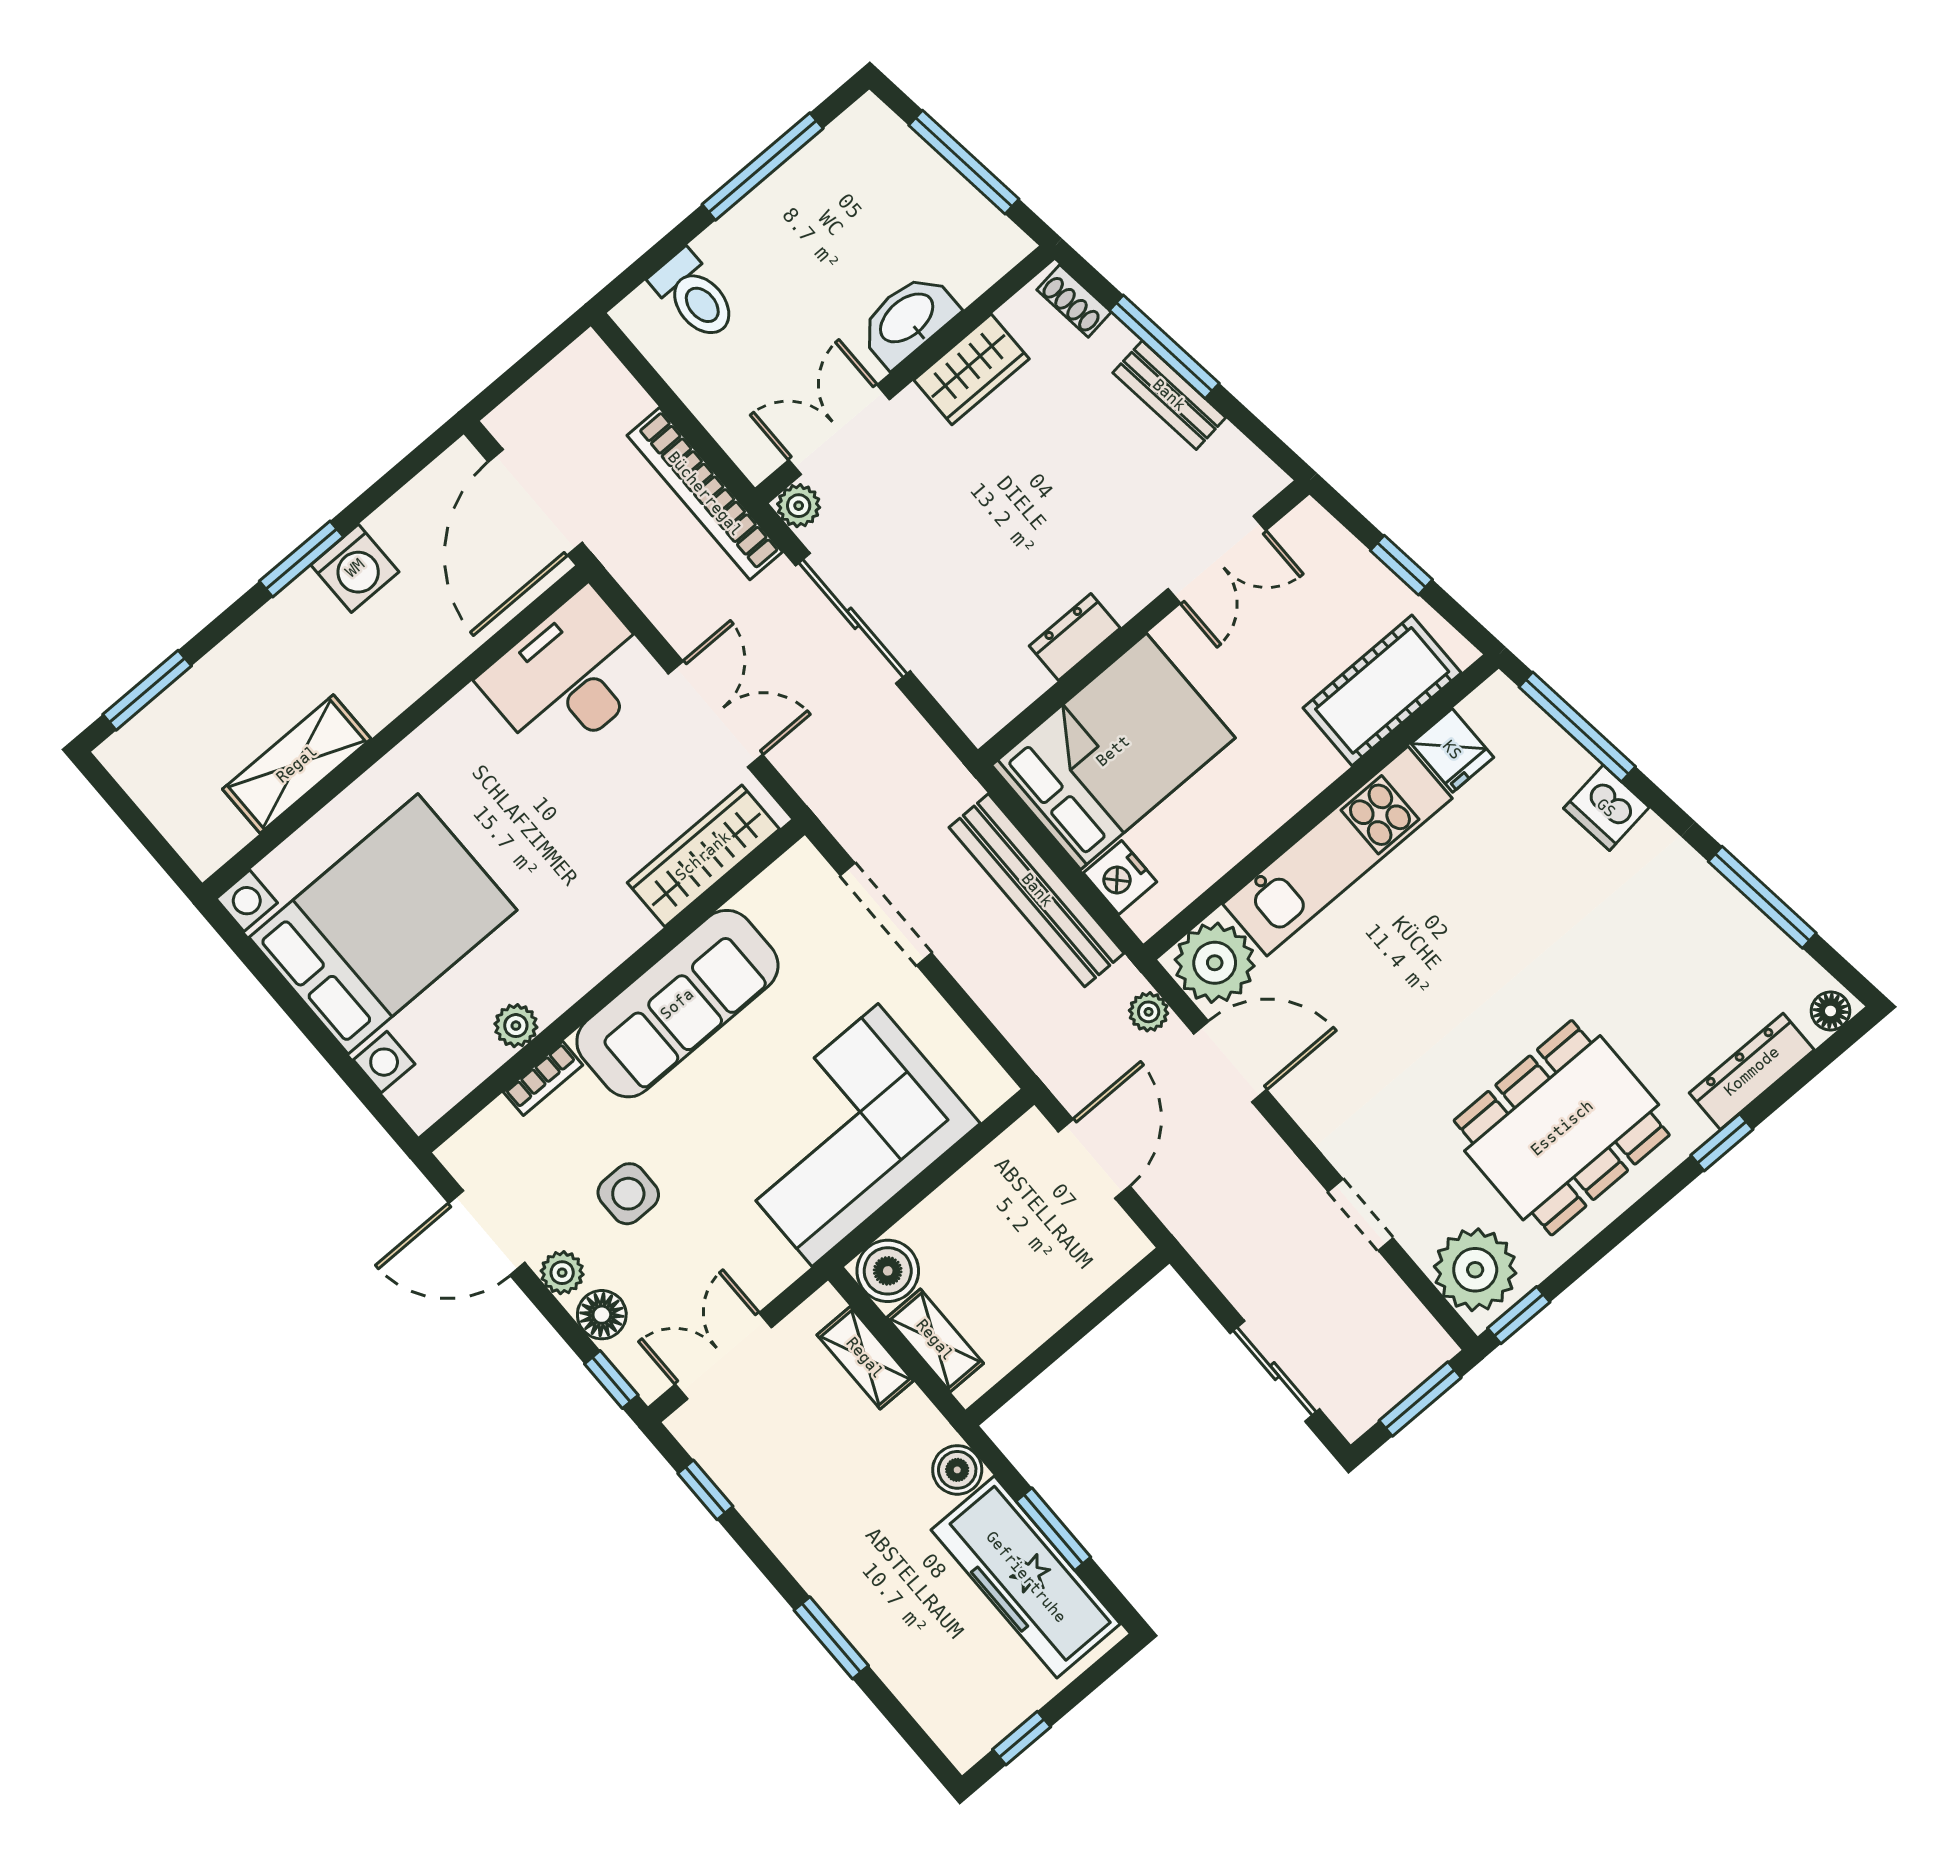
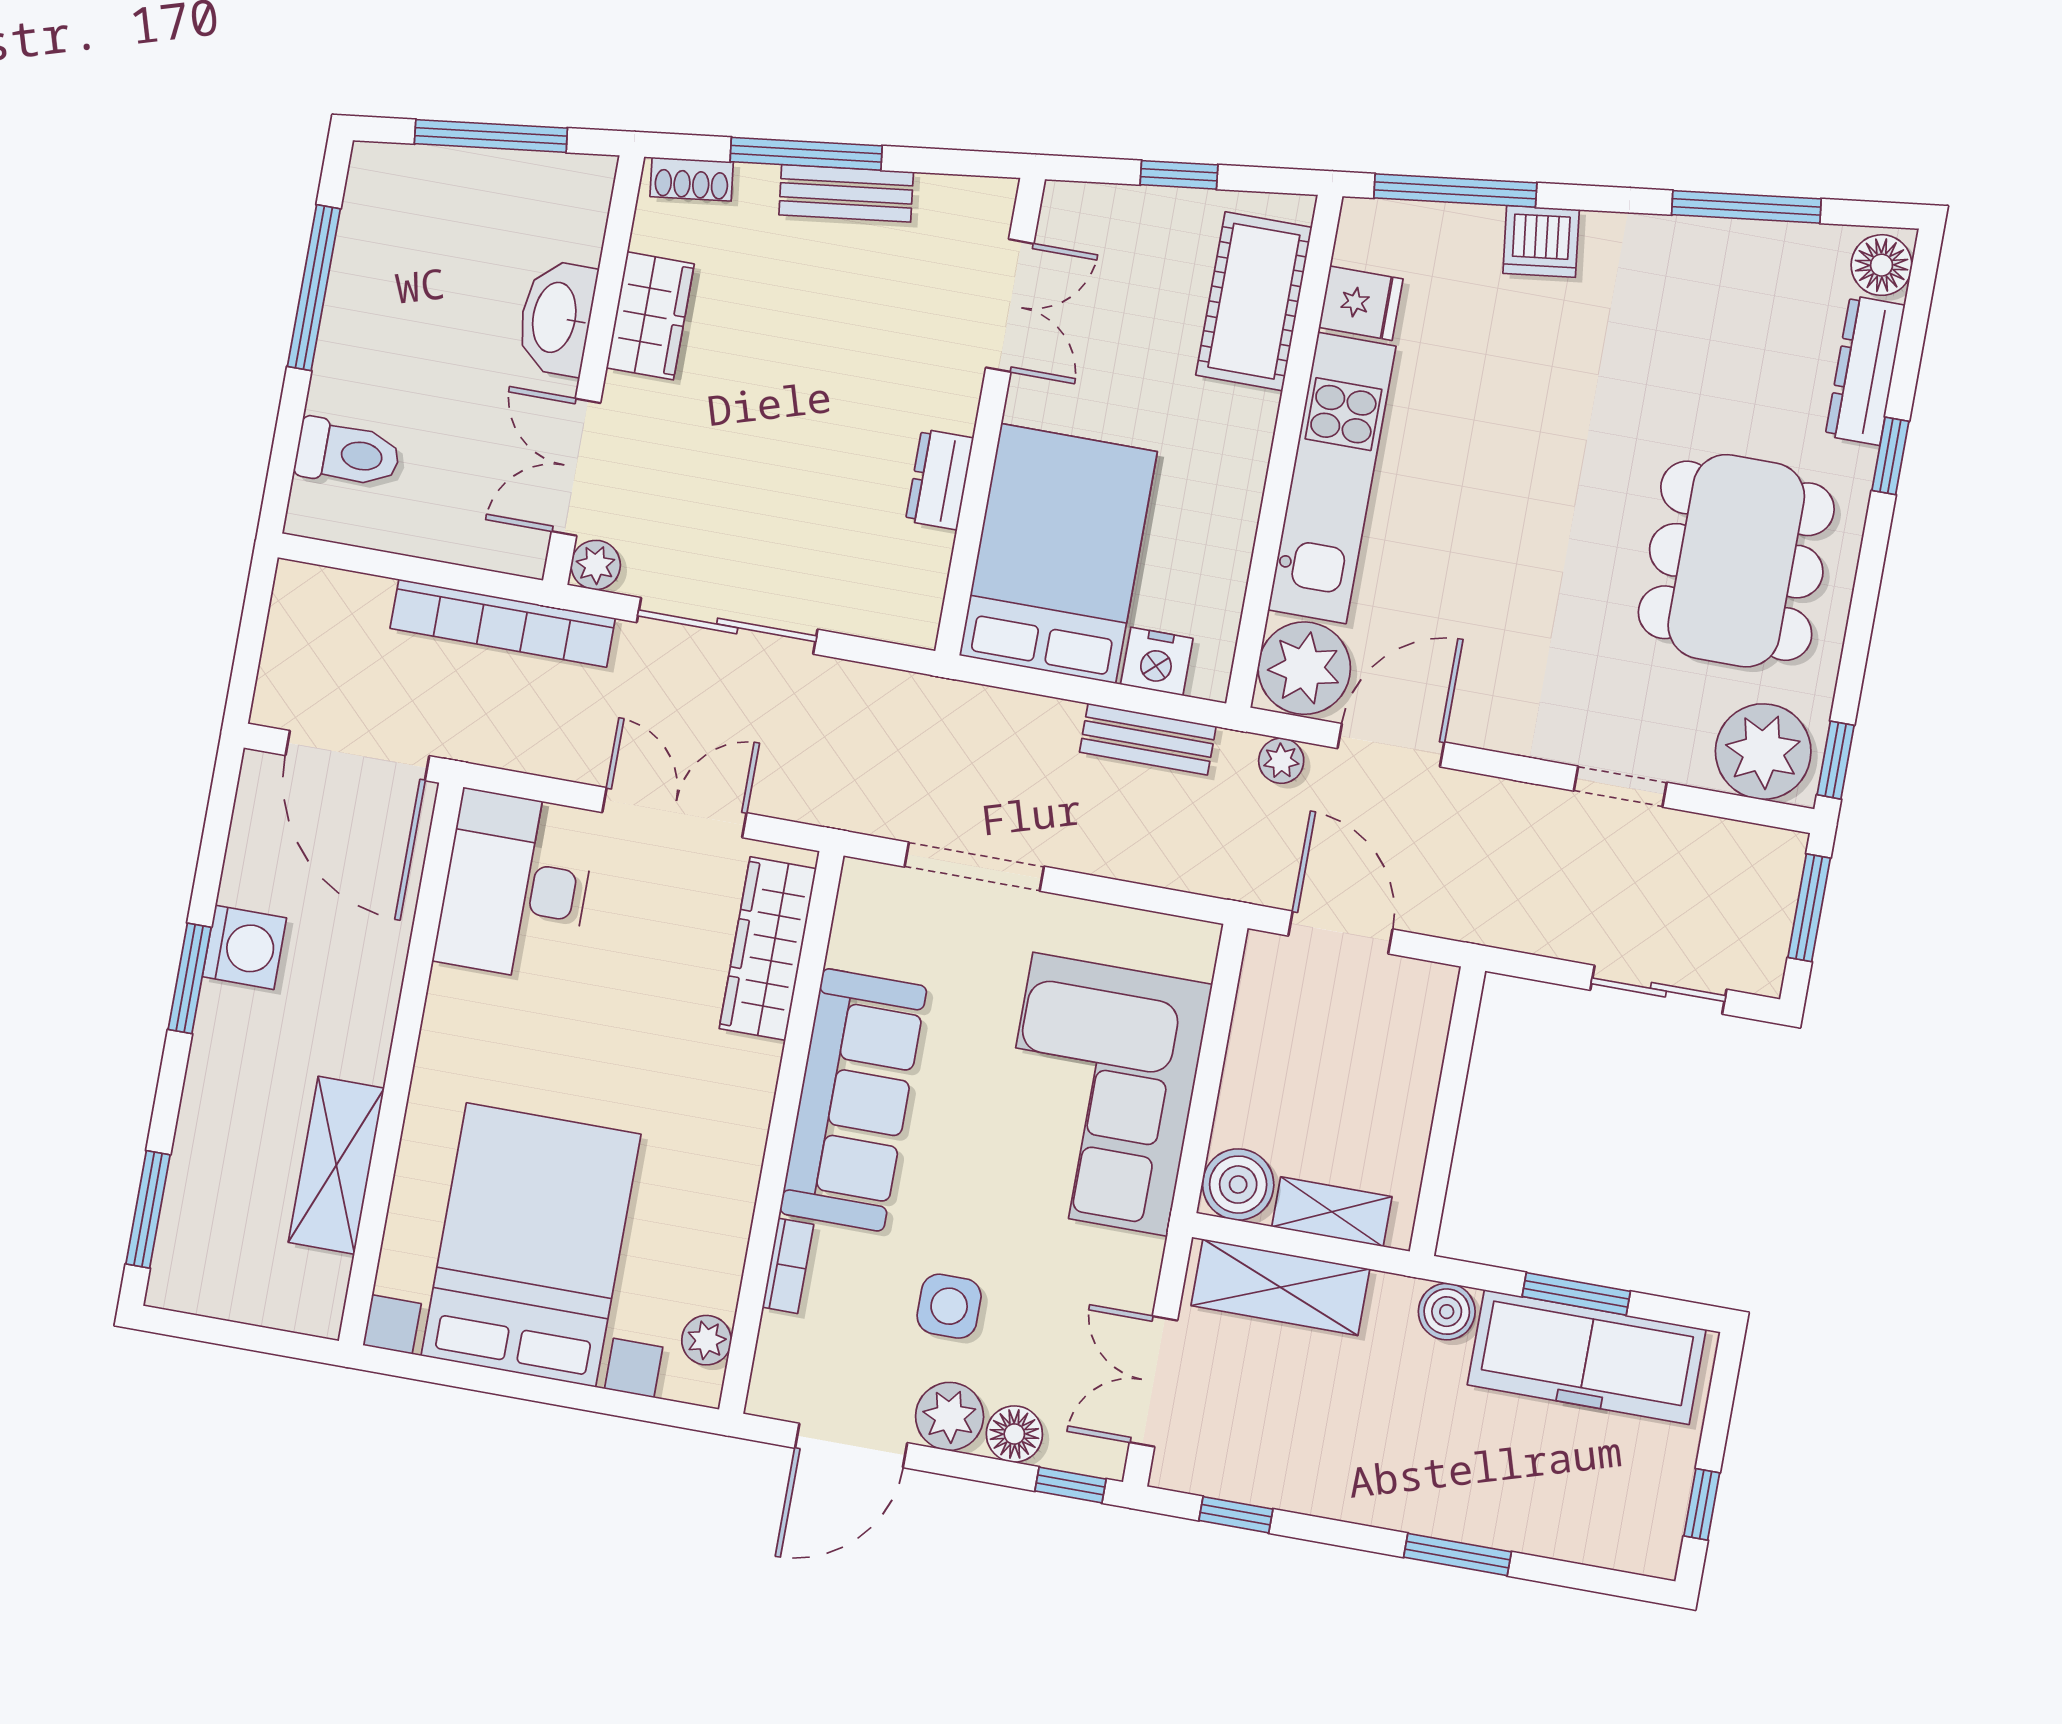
bench: (1037, 890) -> (1148, 739), width x0.54, depth x0.82
floor lamp: (1831, 1011) -> (1882, 265), width x1.37, depth x1.37
plant: (516, 1026) -> (706, 1340), moved
plant: (562, 1273) -> (950, 1416), width x1.38, depth x1.38
shelving: (865, 1358) -> (1280, 1287), width x1.50, depth x1.33

